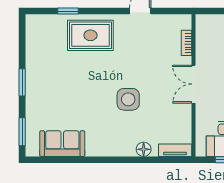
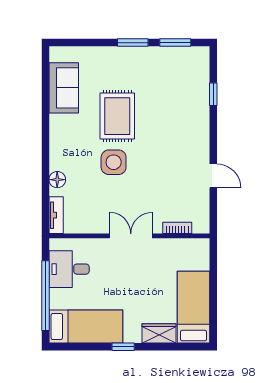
rug: (90, 35) -> (117, 116), moved
window: (22, 132) -> (175, 43), moved

